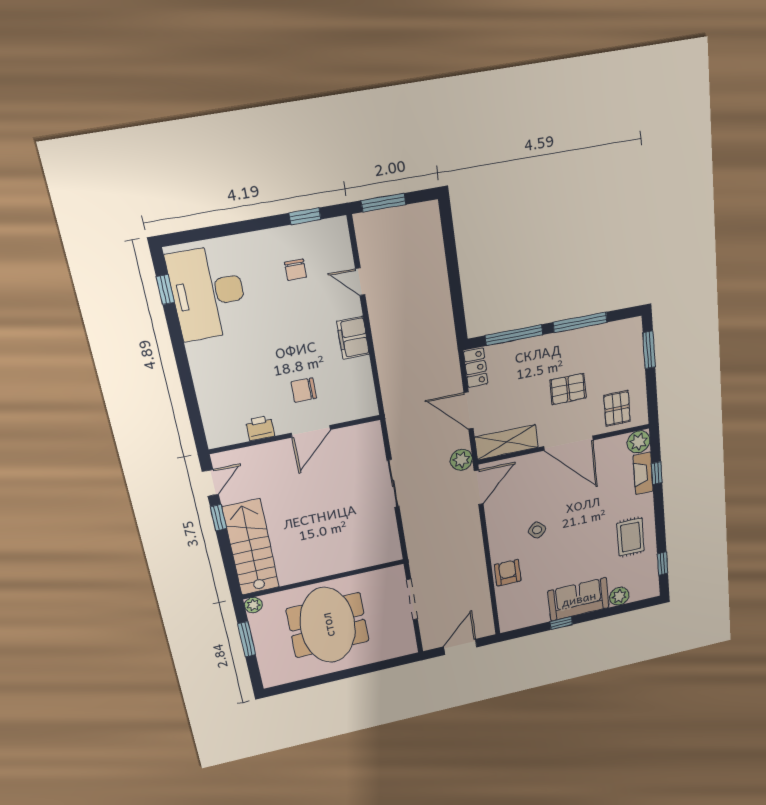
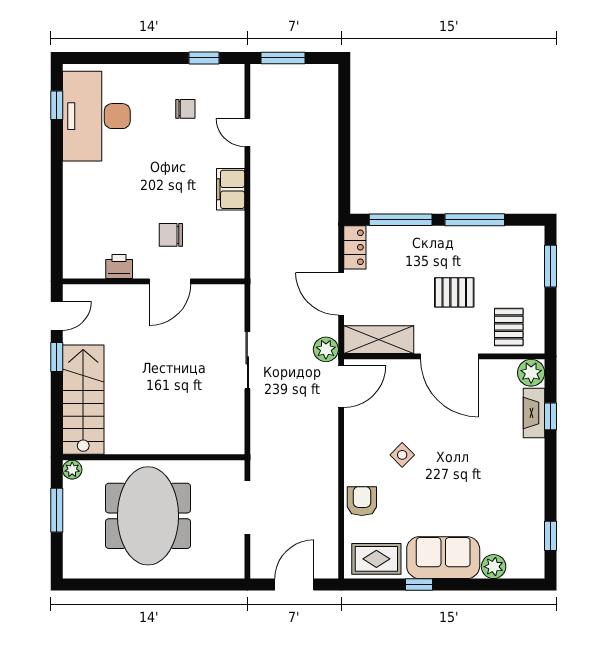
chair: (296, 270) -> (185, 109), turned -90
rug: (631, 537) -> (376, 559), moved, turned 90

